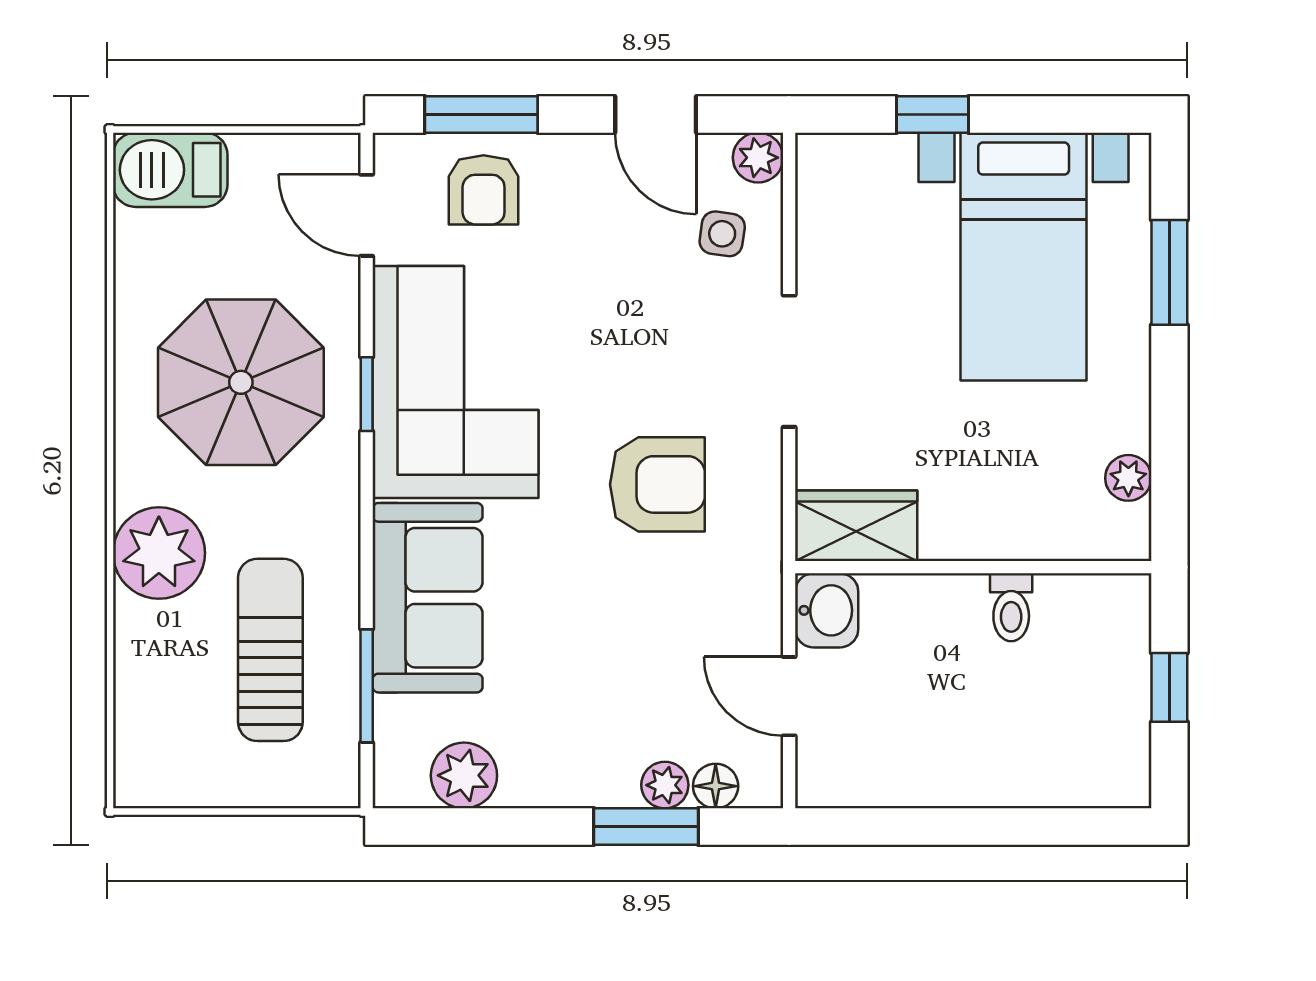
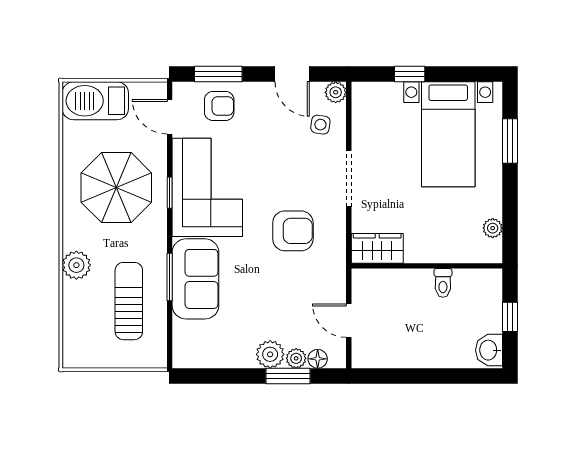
barbecue: (170, 170) -> (95, 101), width x1.37, depth x1.21
armchair: (484, 190) -> (219, 106), turned -90
plant: (159, 553) -> (76, 265), width x0.73, depth x0.73
washbasin: (827, 610) -> (489, 350), moved, turned 180
window: (367, 686) -> (170, 277), moved
plant: (464, 775) -> (270, 354), moved

